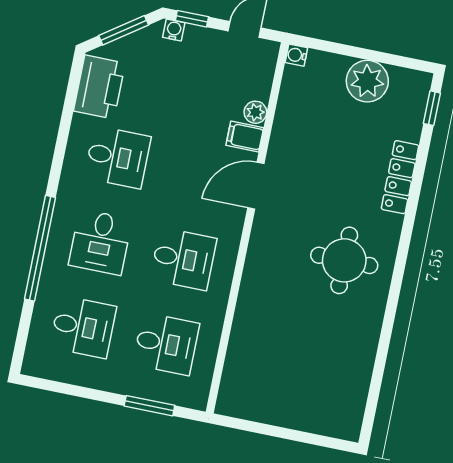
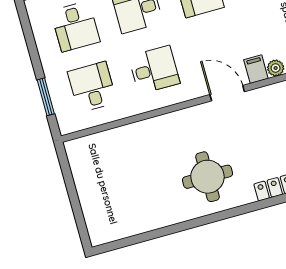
desk: (183, 259) -> (154, 70), turned -90
desk: (166, 344) -> (92, 87), turned 180

